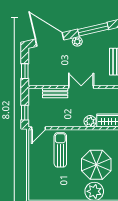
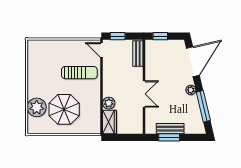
bench: (55, 93) -> (138, 53), moved

